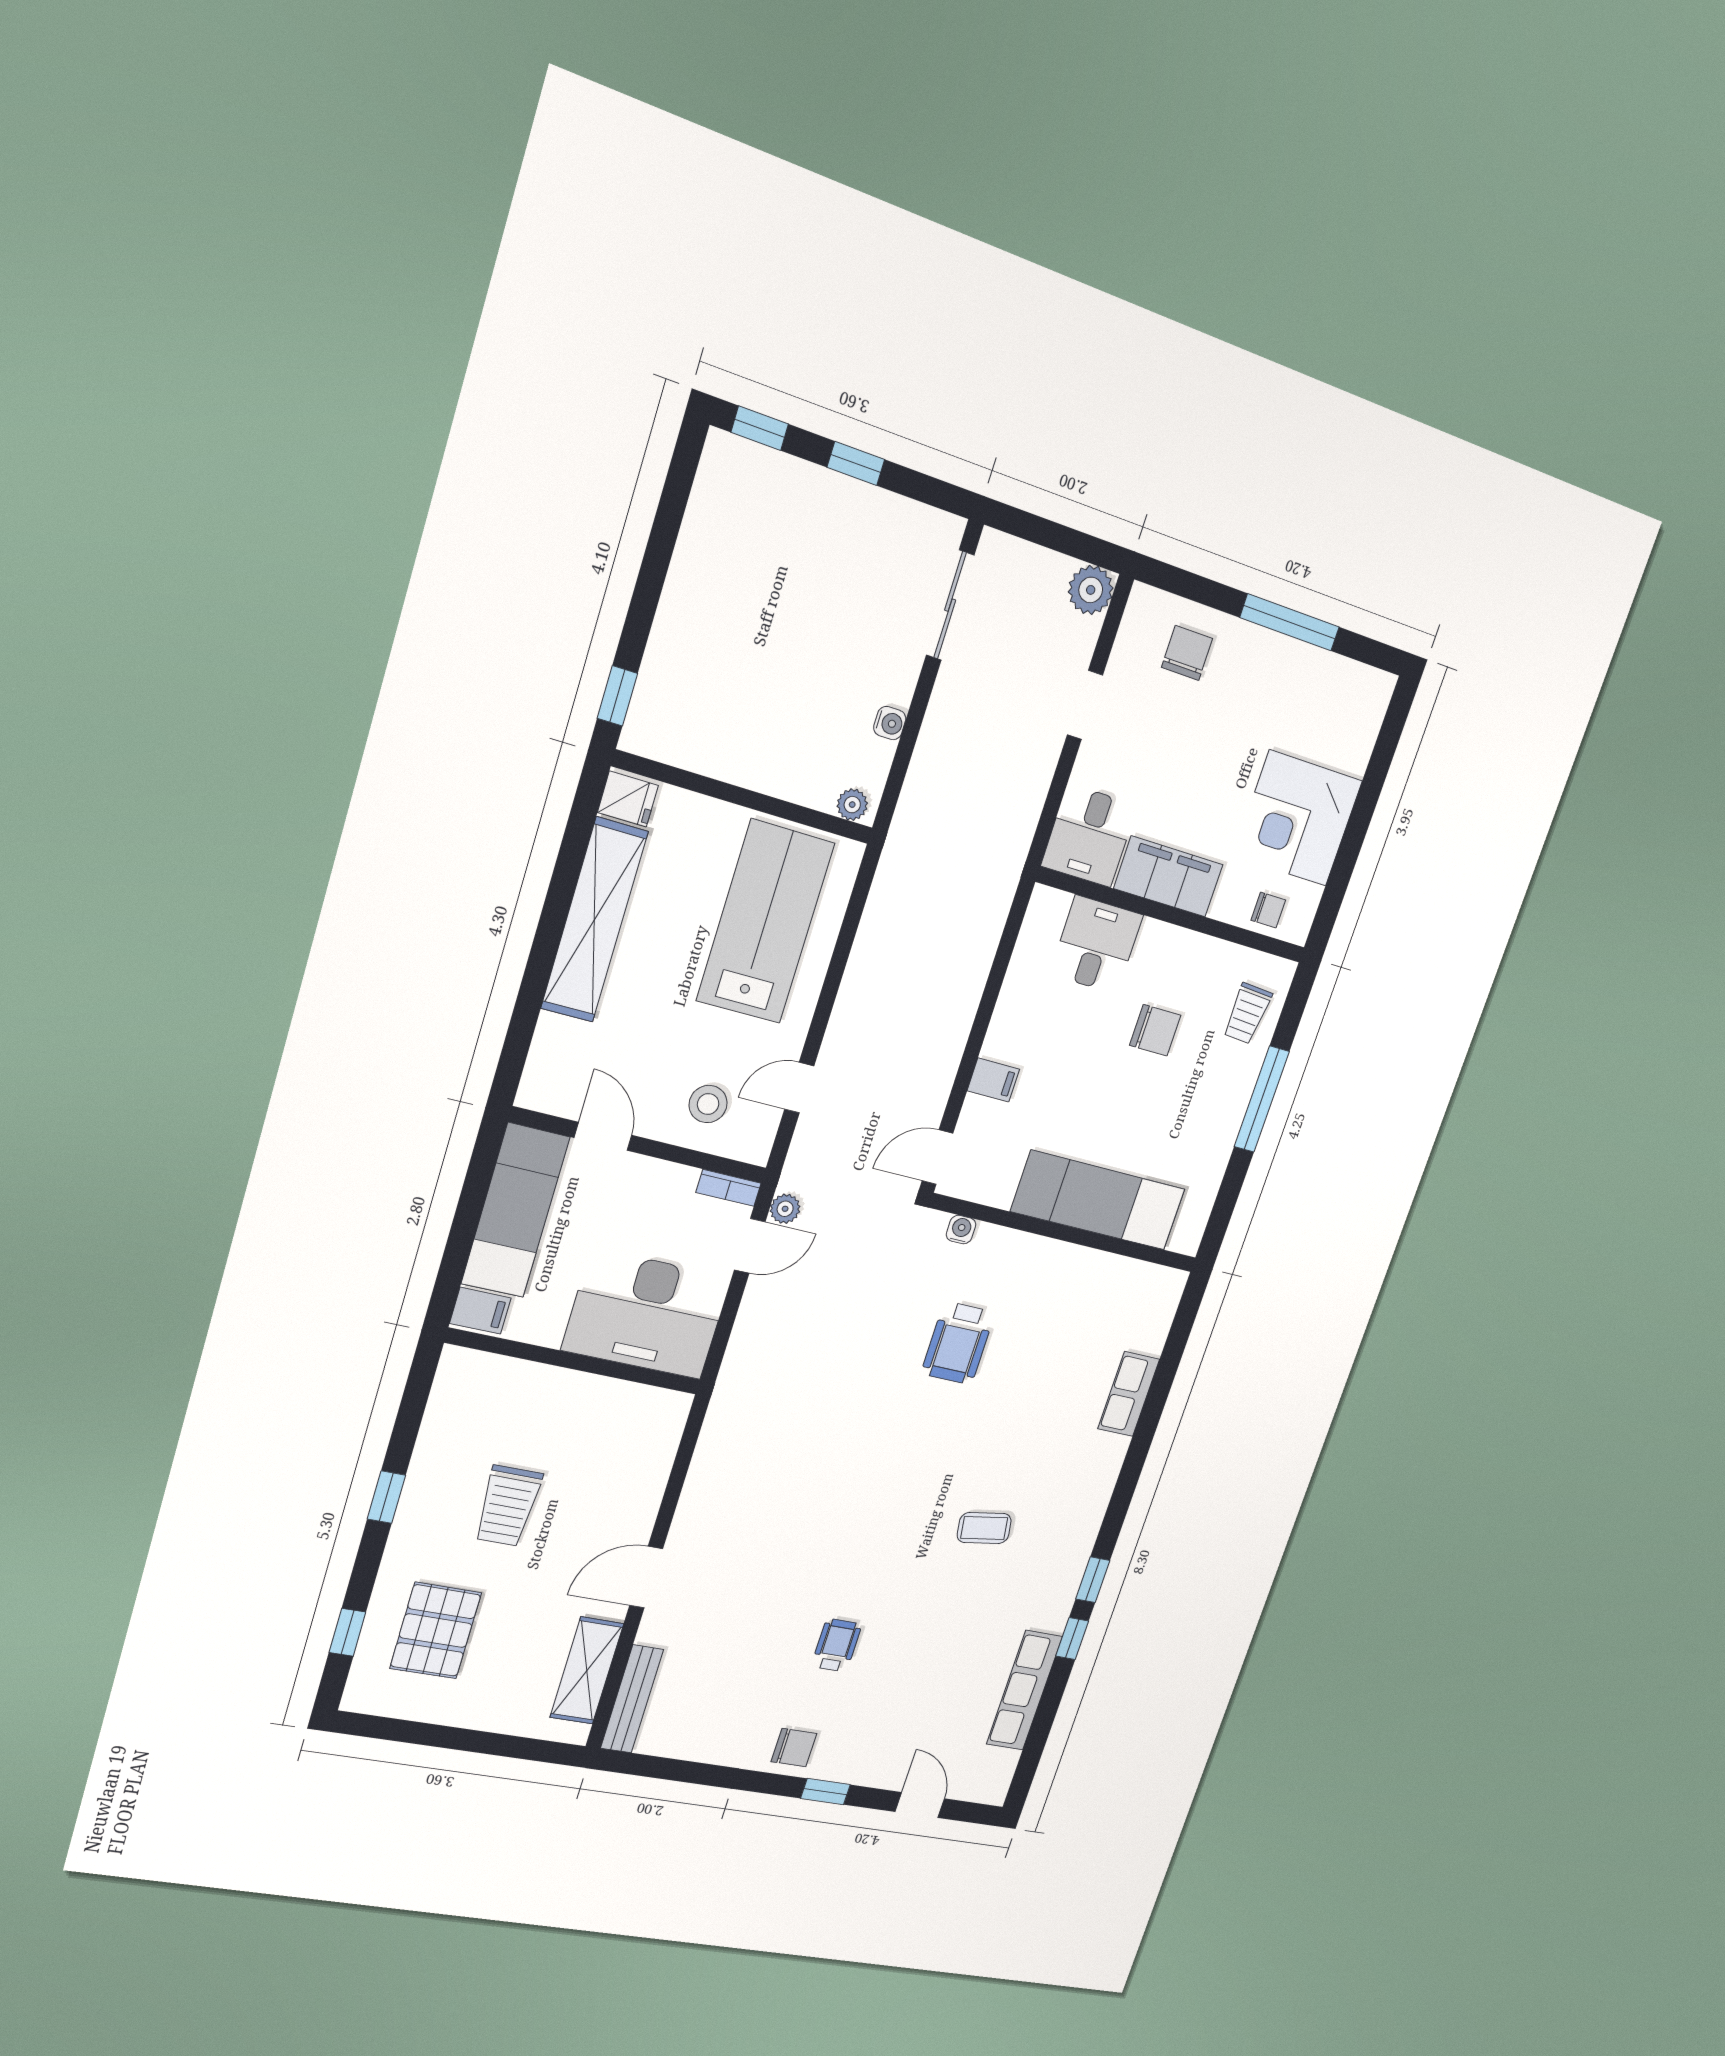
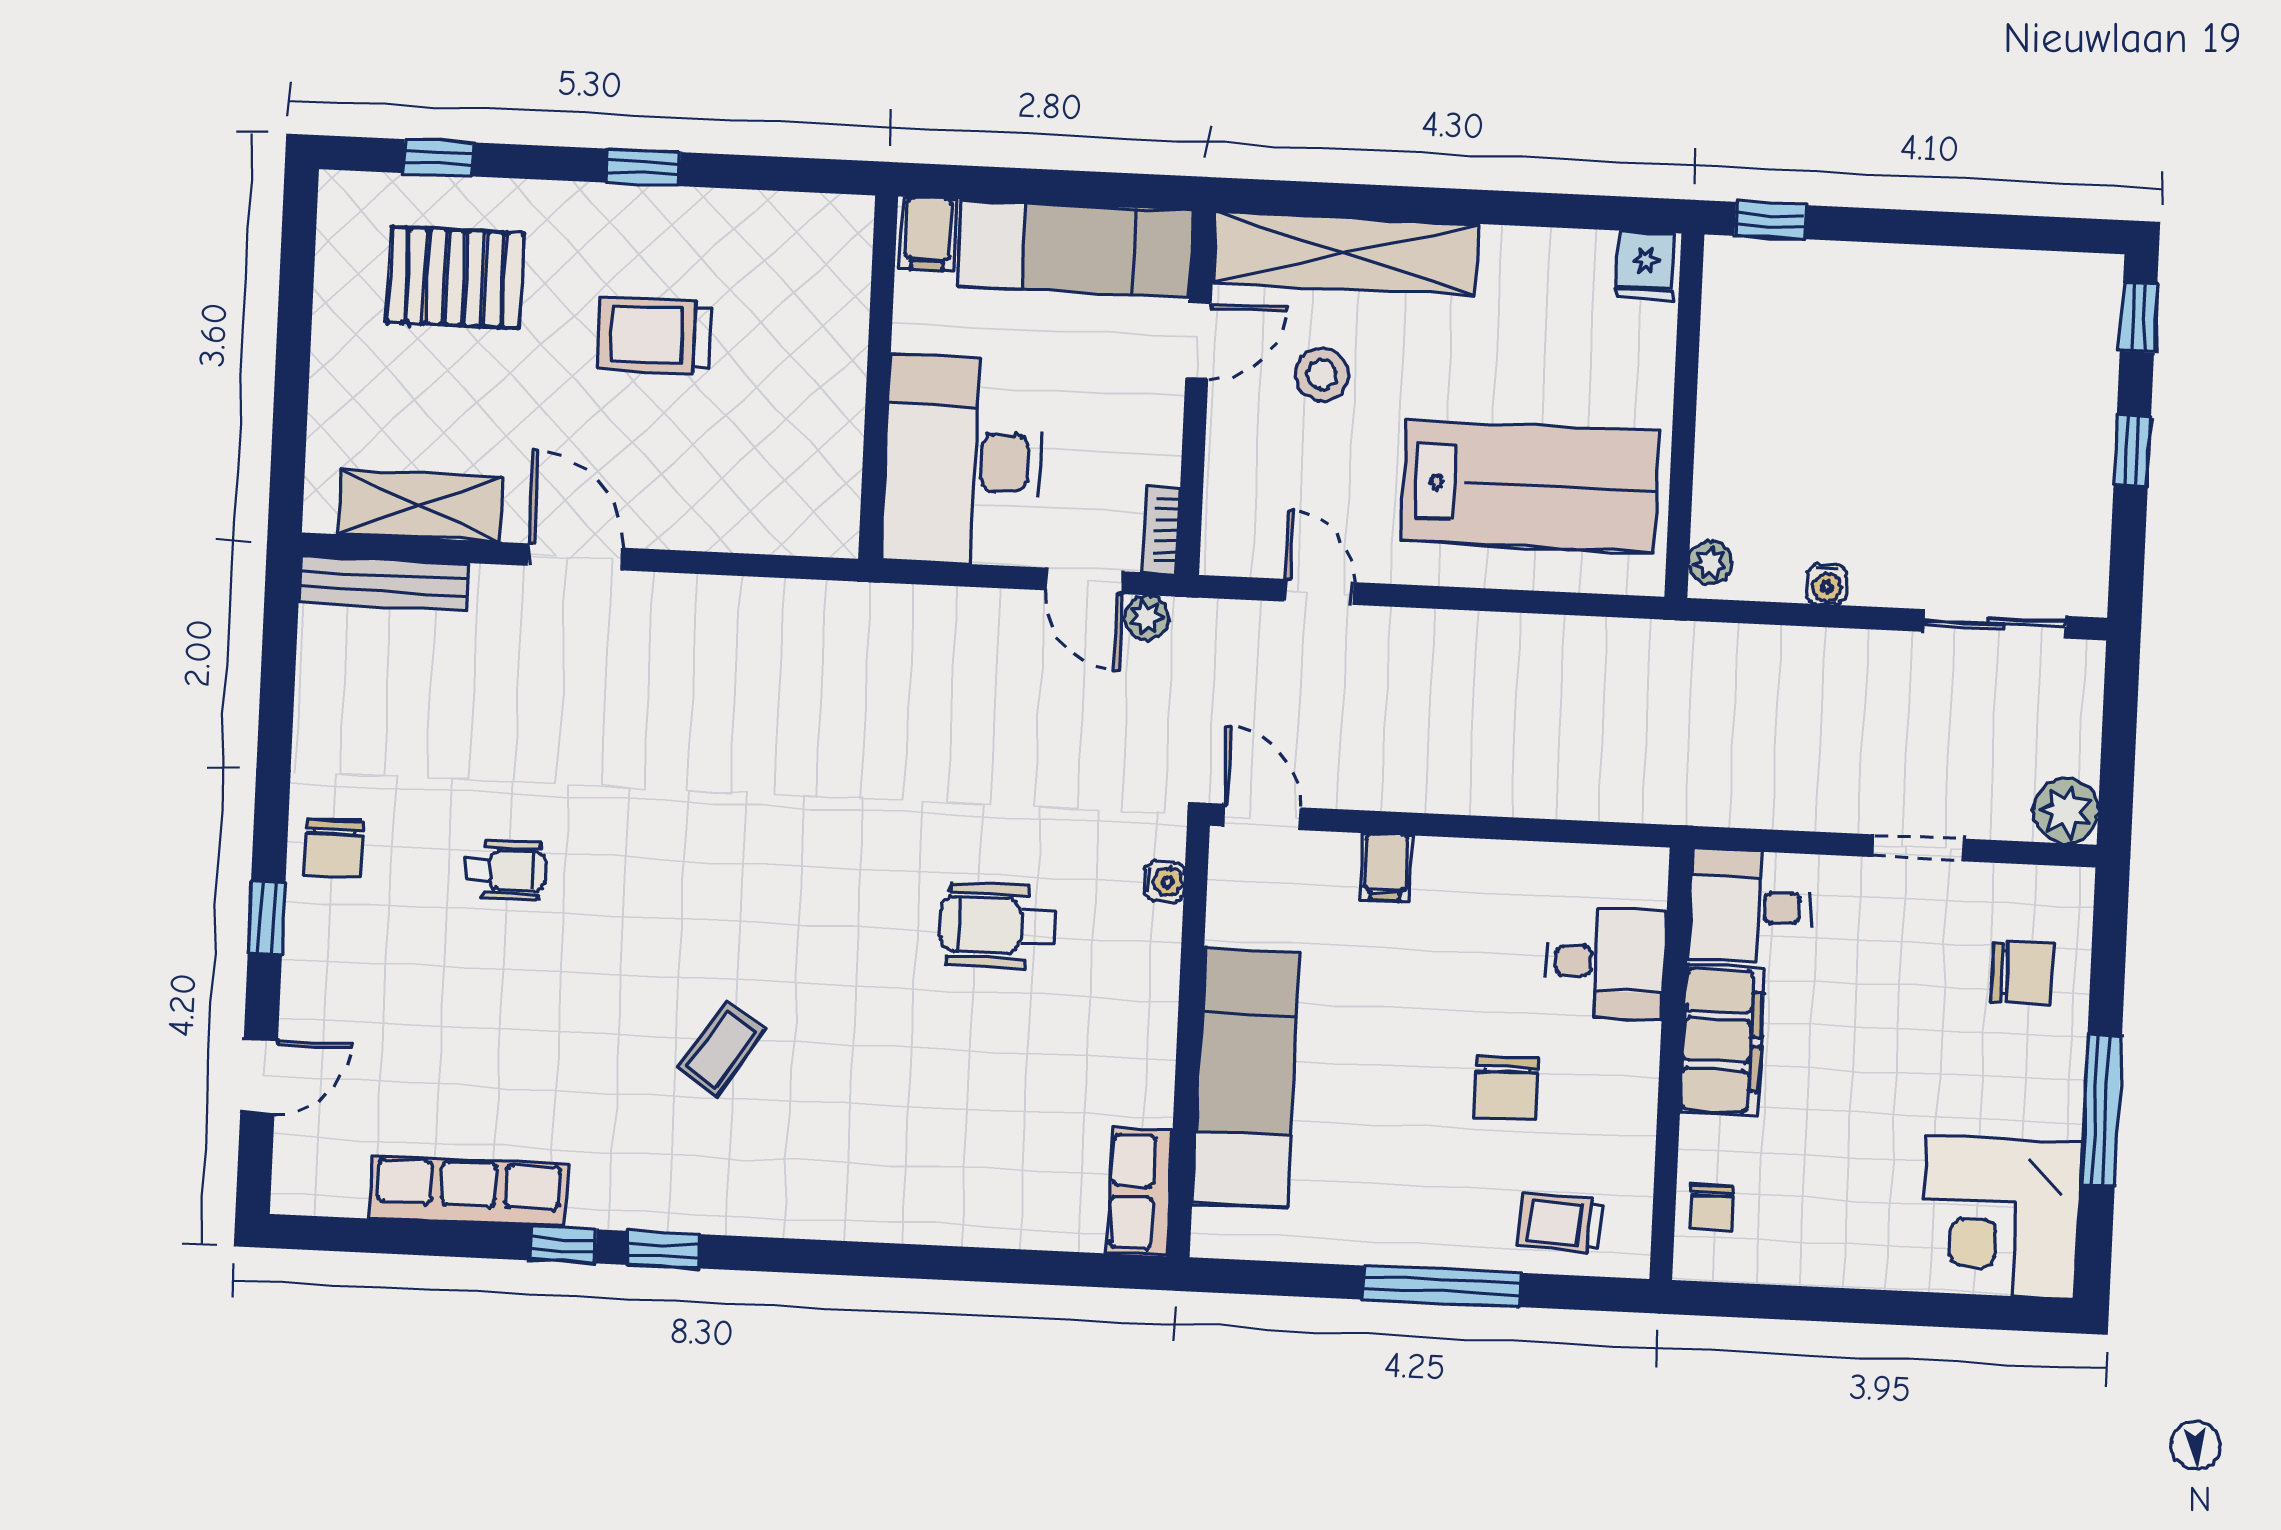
corner desk: (1298, 818) -> (2001, 1217), moved, turned -90
shelving: (594, 920) -> (1346, 254), moved
stool: (708, 1104) -> (1322, 374), moved
row of seats: (1129, 1394) -> (1140, 1192), moved, turned -90
coffee table: (984, 1528) -> (721, 1049), turned 42

